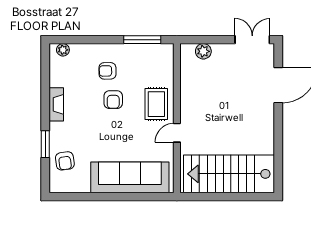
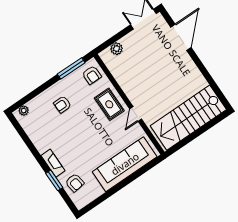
armchair: (113, 100) -> (92, 75), moved
fireplace: (56, 104) -> (53, 163), moved

